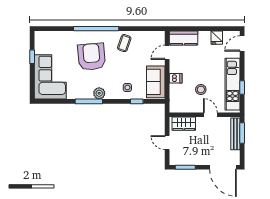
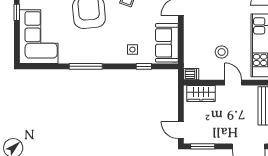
dishwasher: (176, 78) -> (191, 74), moved
plant: (99, 93) -> (98, 57), removed
door: (167, 143) -> (181, 130), moved

